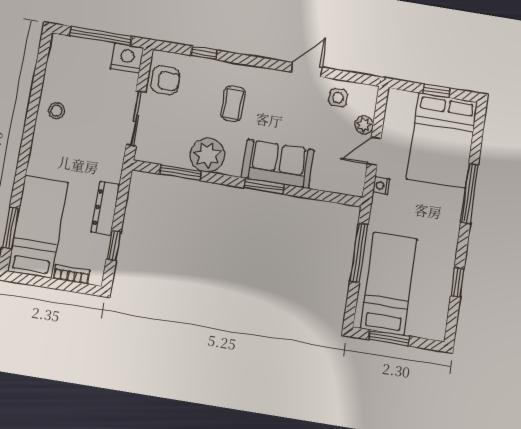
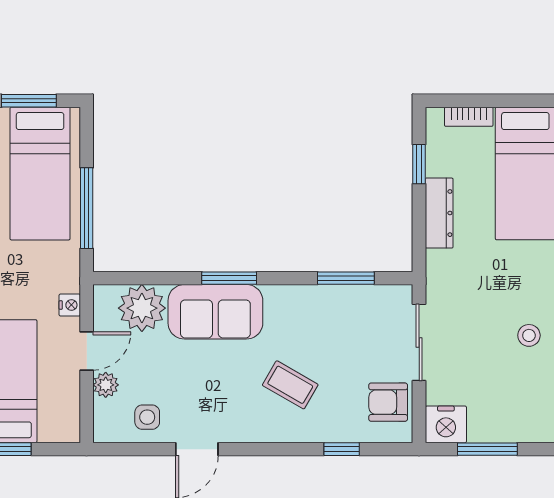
window: (101, 36) -> (487, 449), width x0.69
coffee table: (233, 104) -> (290, 385), turned -60
plant: (207, 155) -> (142, 308), moved

